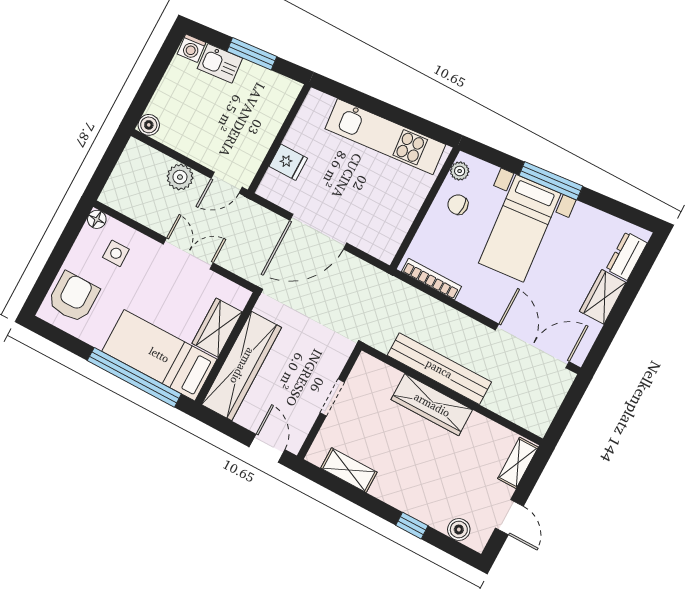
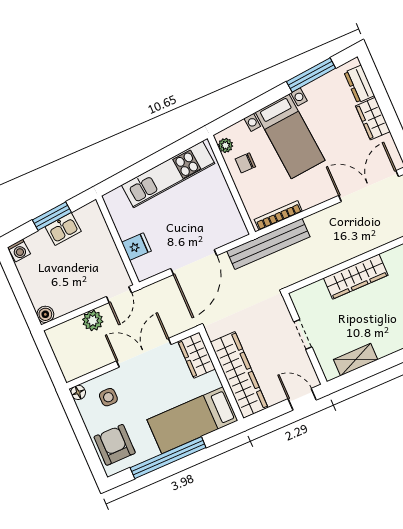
kitchen sink: (220, 63) -> (63, 229), moved
window: (551, 181) -> (311, 75), moved
double door: (188, 253) -> (144, 353), width x1.37
wardrobe: (217, 328) -> (197, 355), moved
bench: (439, 369) -> (268, 244), moved
window: (134, 377) -> (168, 458), moved

